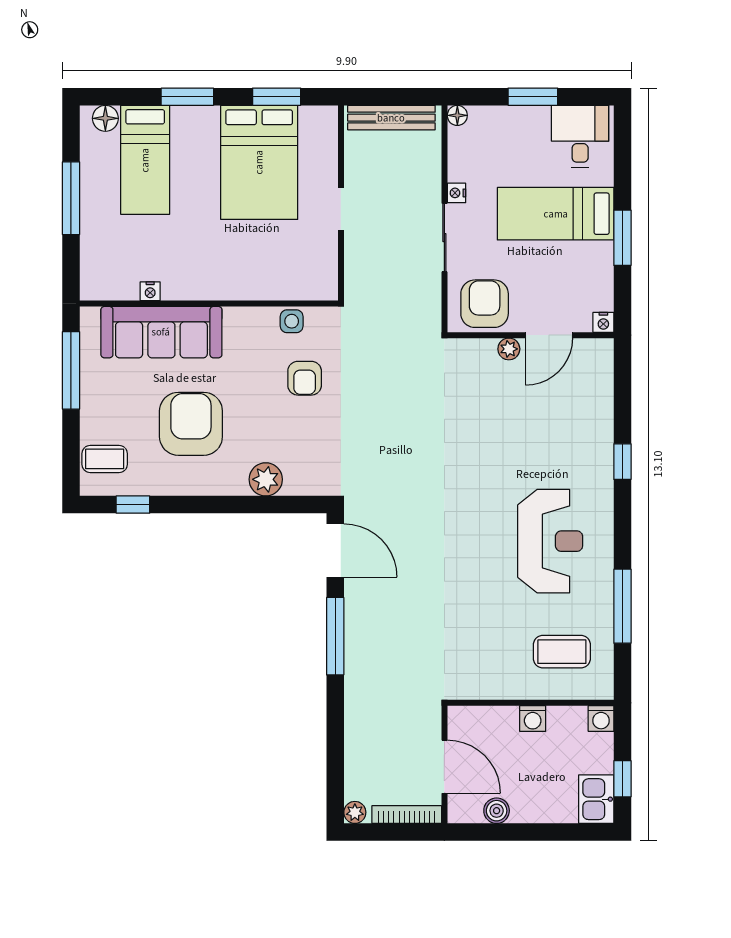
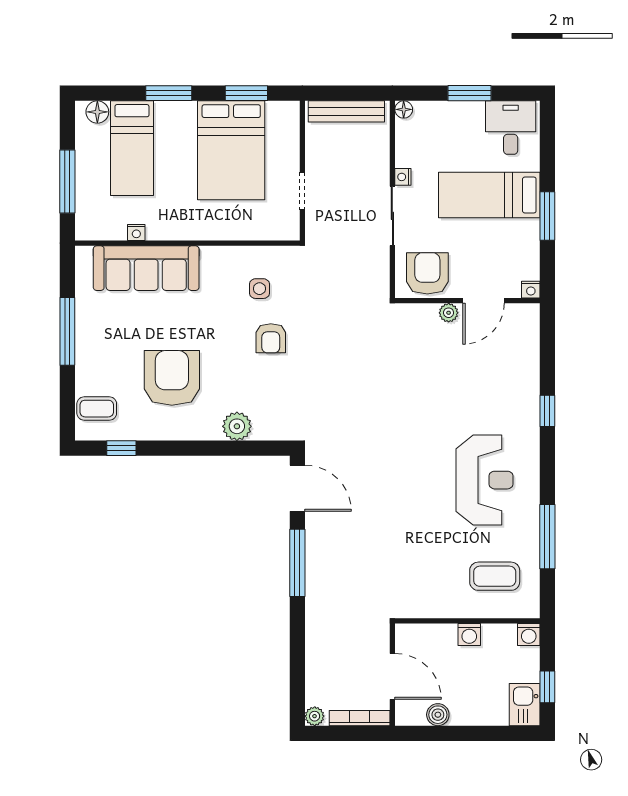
nightstand: (150, 291) -> (136, 233), moved
wall: (209, 304) -> (187, 243), moved
sofa: (161, 332) -> (146, 268), moved

